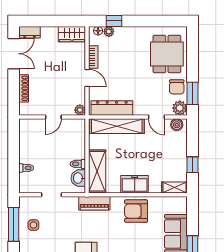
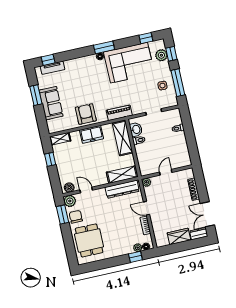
wardrobe: (72, 34) -> (179, 236), moved
shelving: (117, 126) -> (122, 175), width x0.68
armchair: (136, 211) -> (86, 114), turned -90

